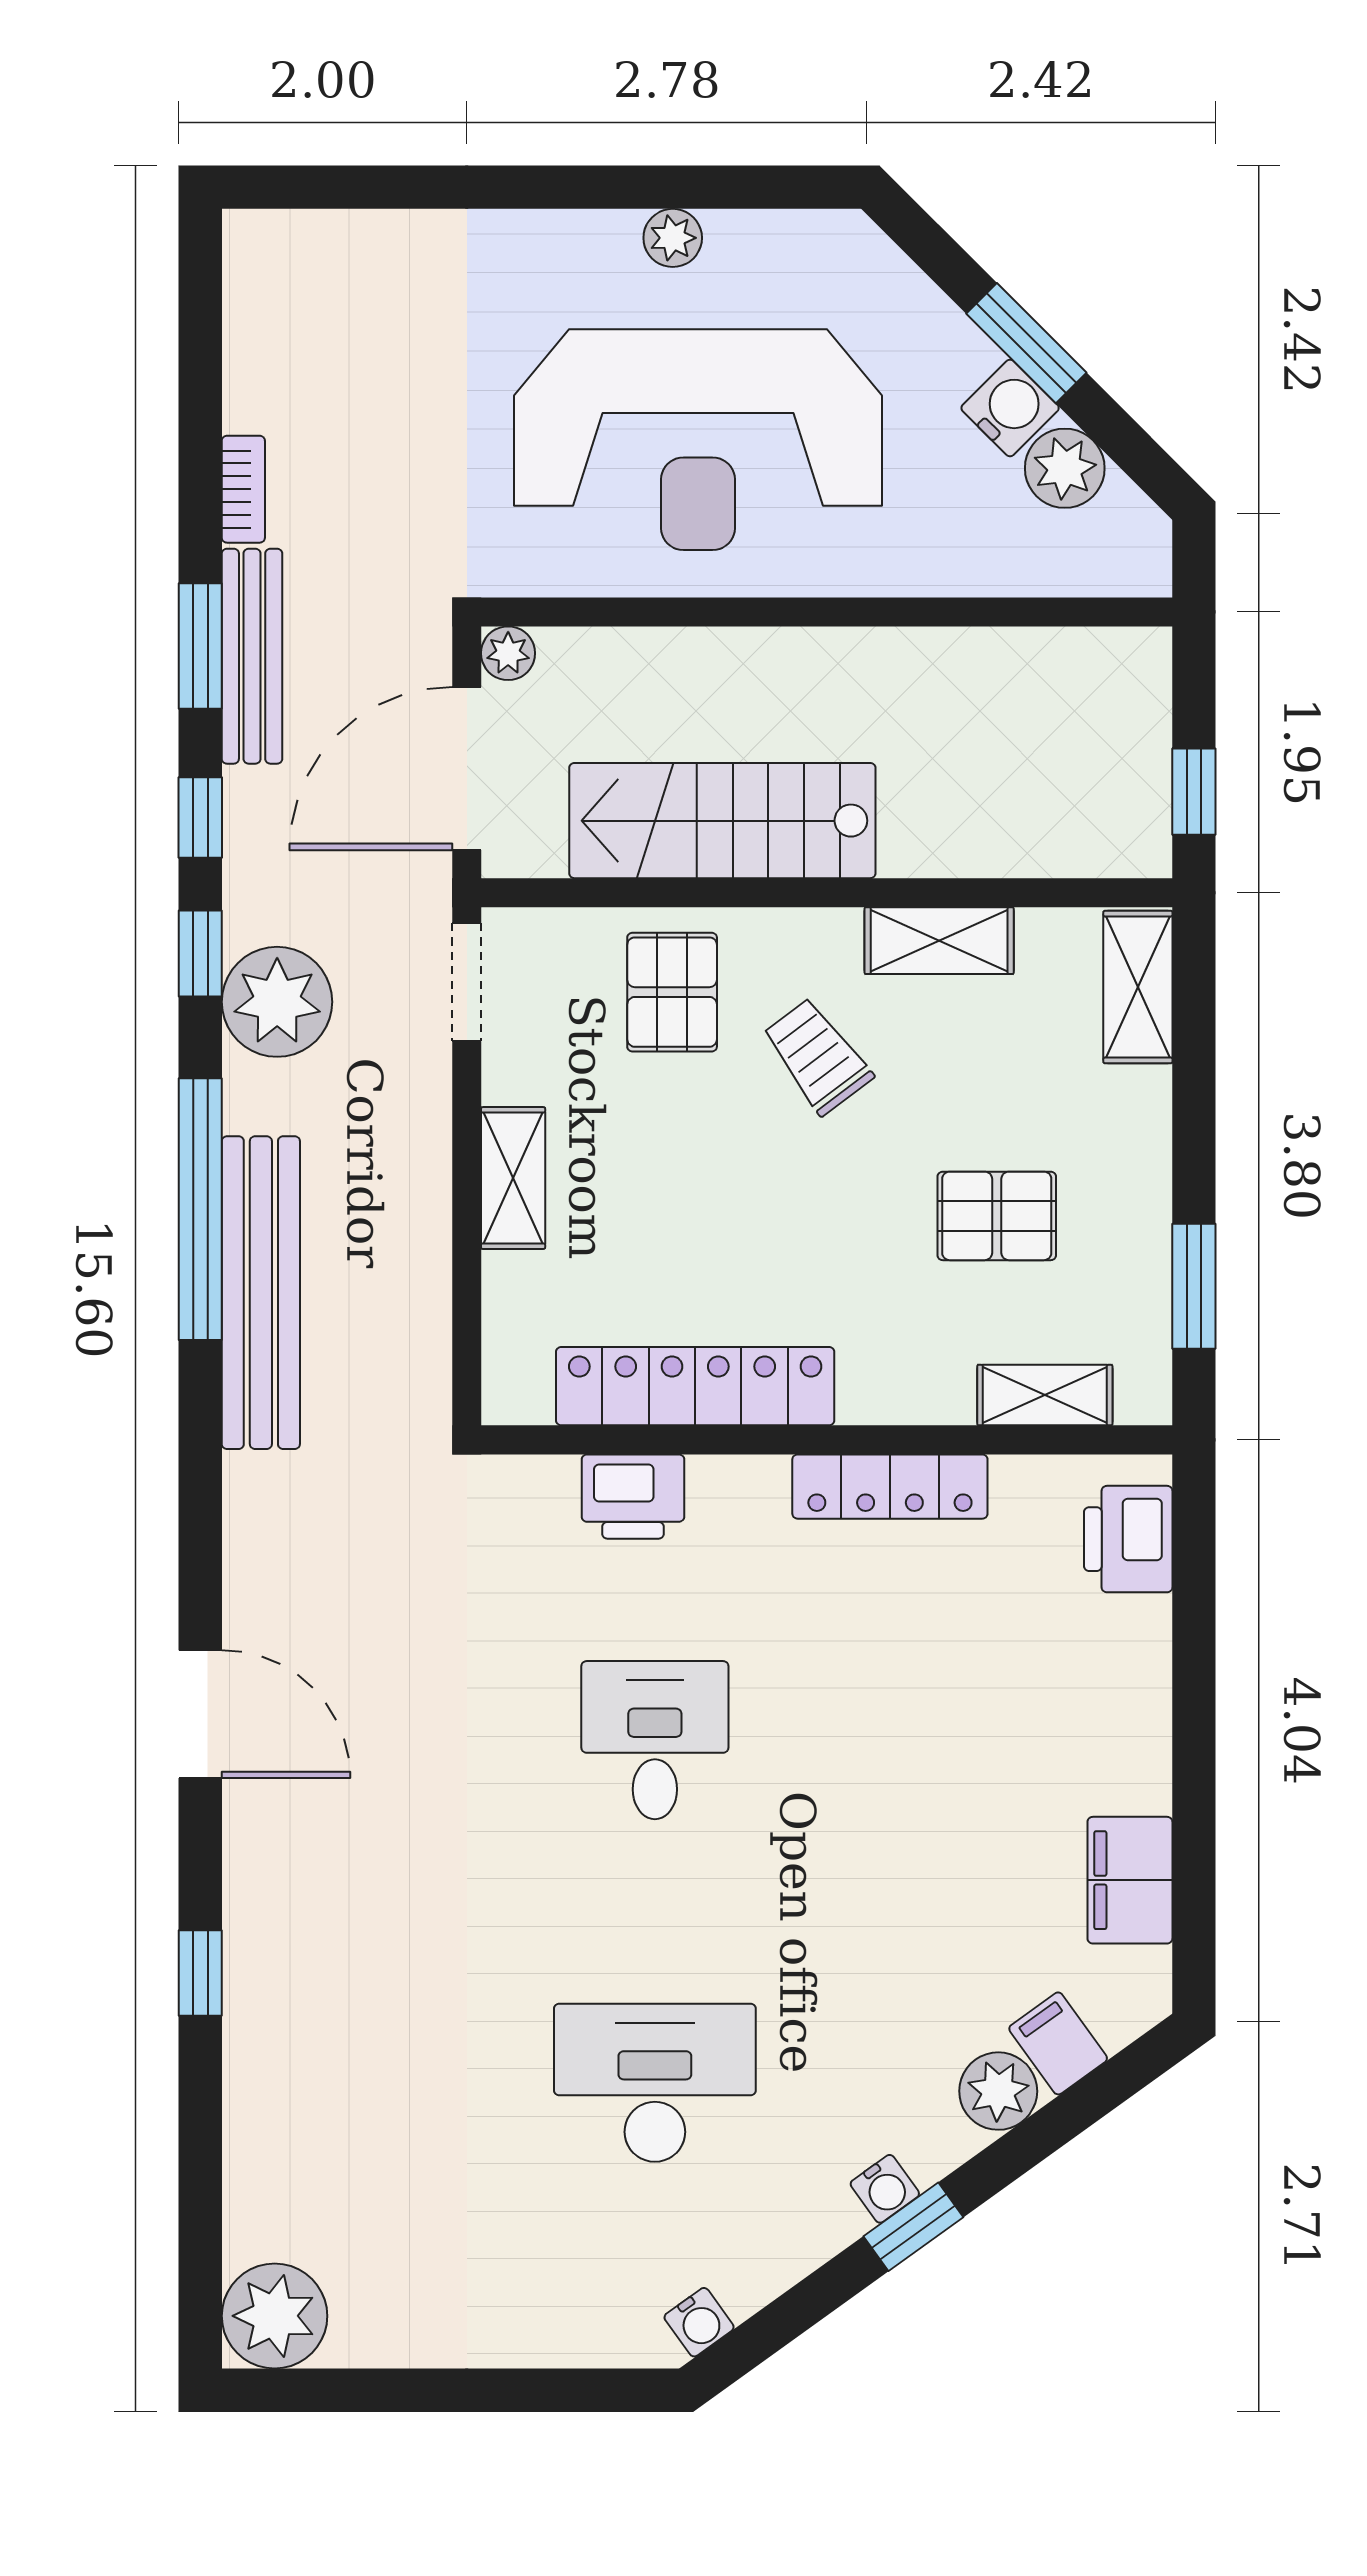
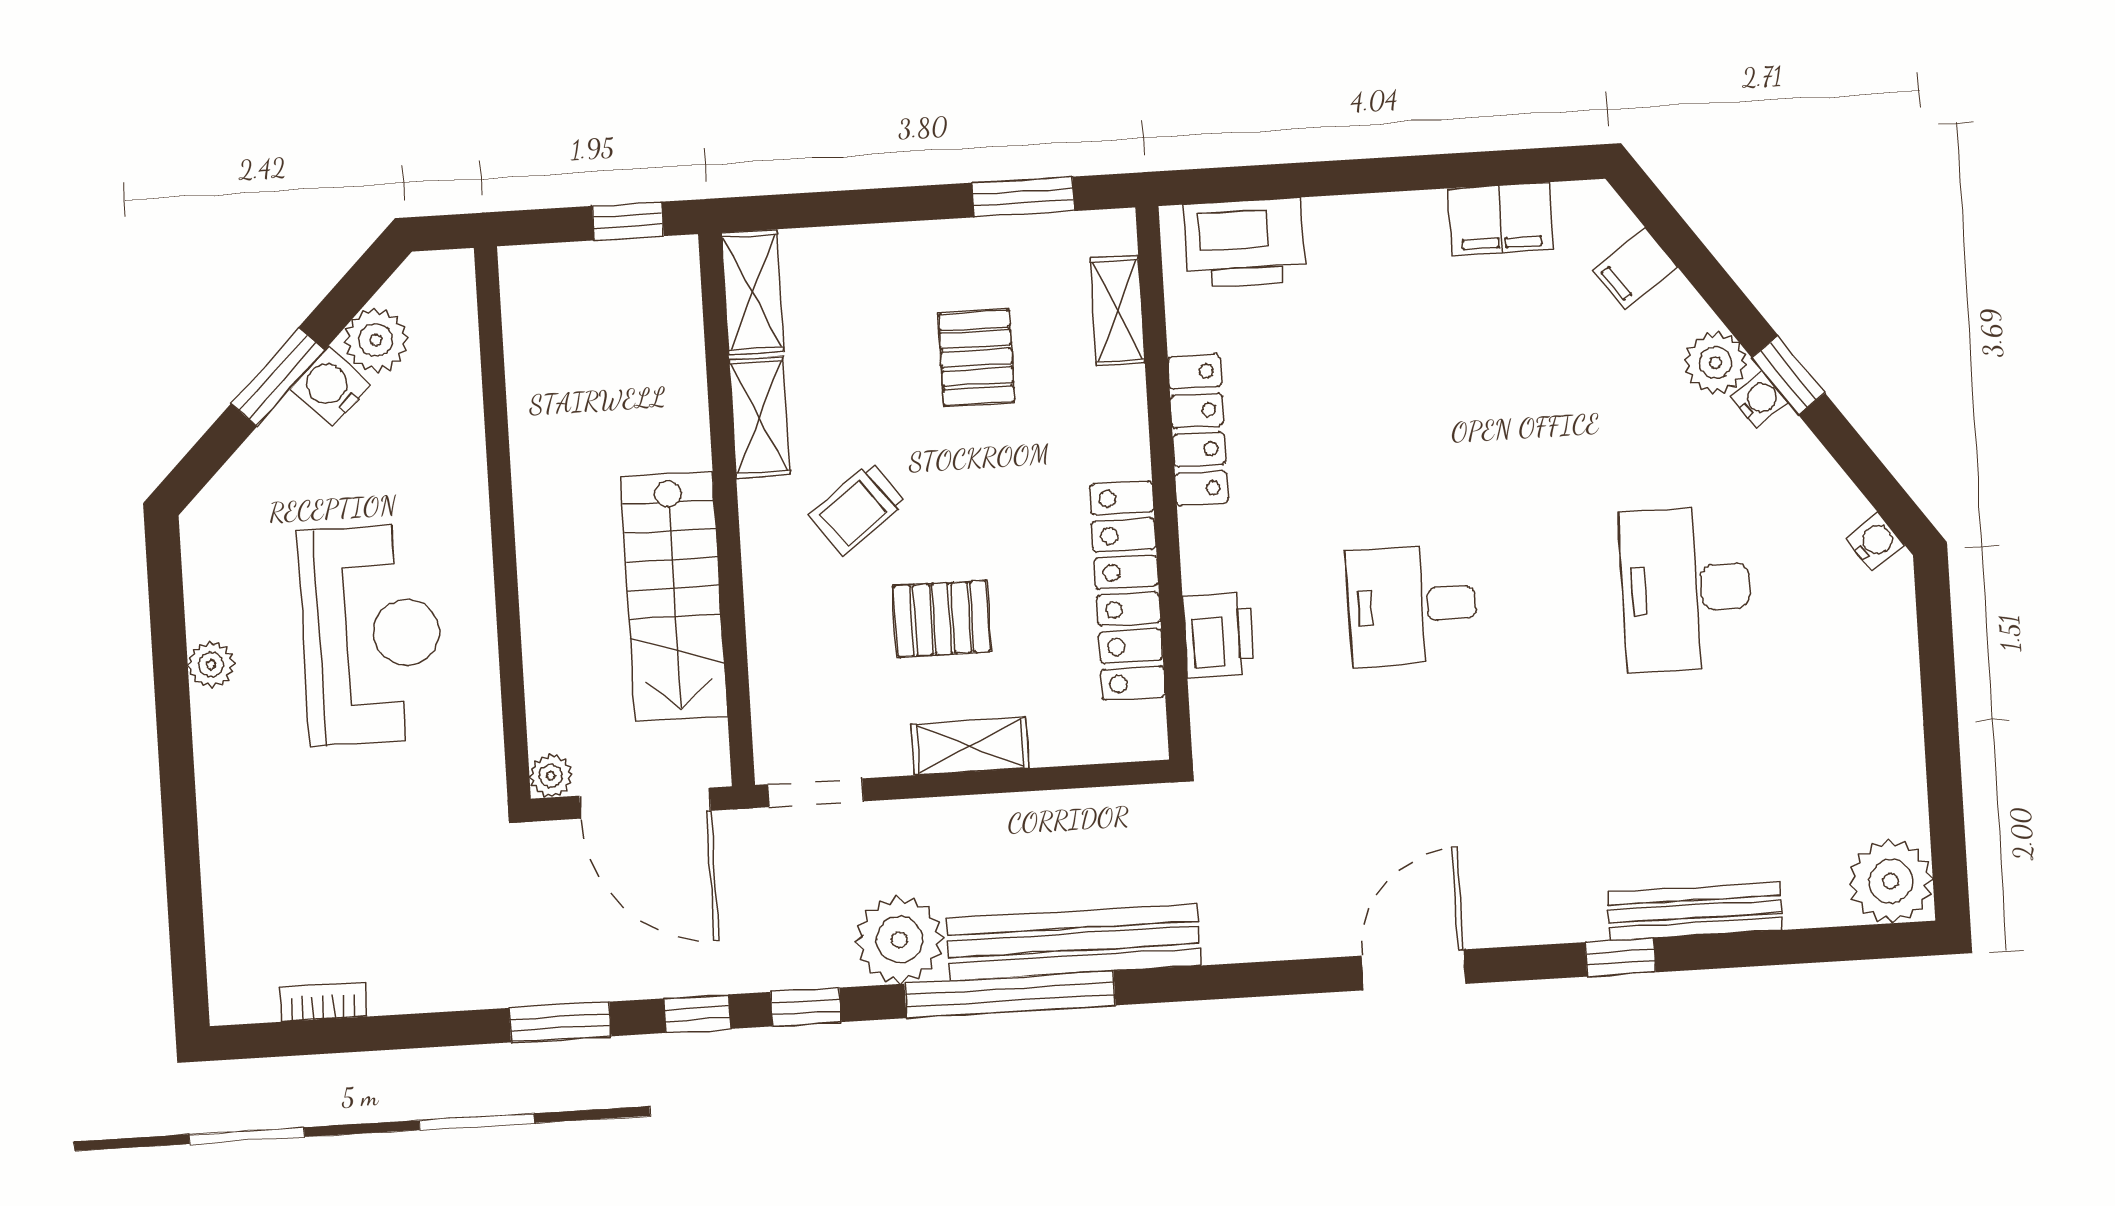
reception desk: (698, 440) -> (371, 634), width x0.74, depth x0.77
bookcase: (243, 489) -> (323, 1002), moved
bench: (252, 656) -> (1695, 911), moved
shelving: (1138, 987) -> (752, 292), moved, turned 90
pallet: (672, 992) -> (942, 619), moved
plant: (277, 1002) -> (899, 940), moved
printer: (1128, 1539) -> (1245, 243), width x1.37, depth x1.19
plant: (998, 2091) -> (1716, 363), moved

